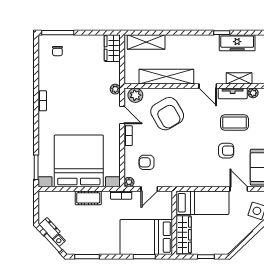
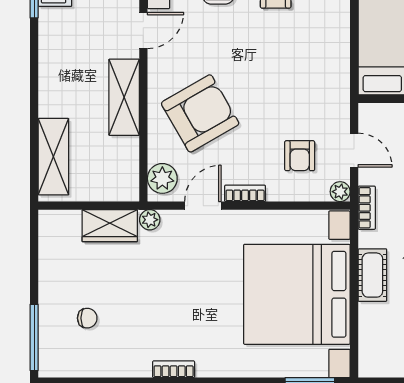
wardrobe: (112, 48) -> (110, 226), moved
chair: (57, 51) -> (87, 318), moved
shelving: (166, 77) -> (124, 97), width x0.68

